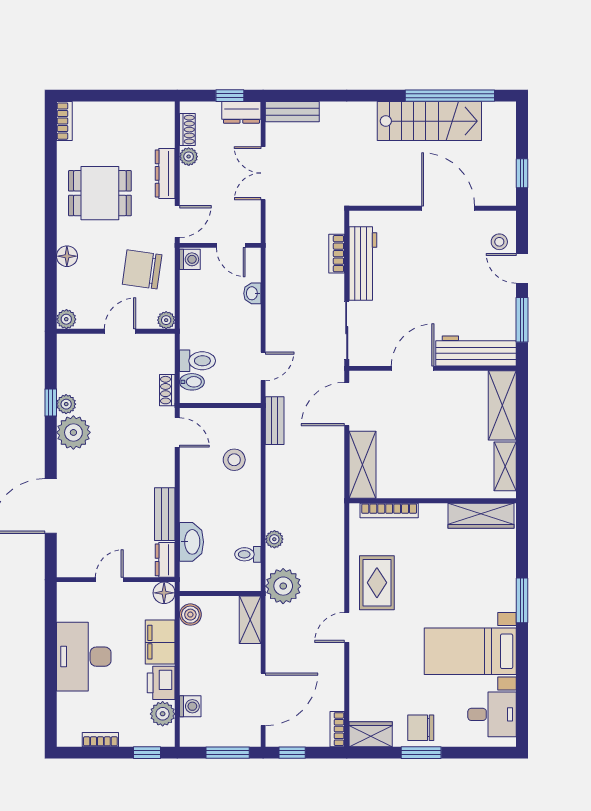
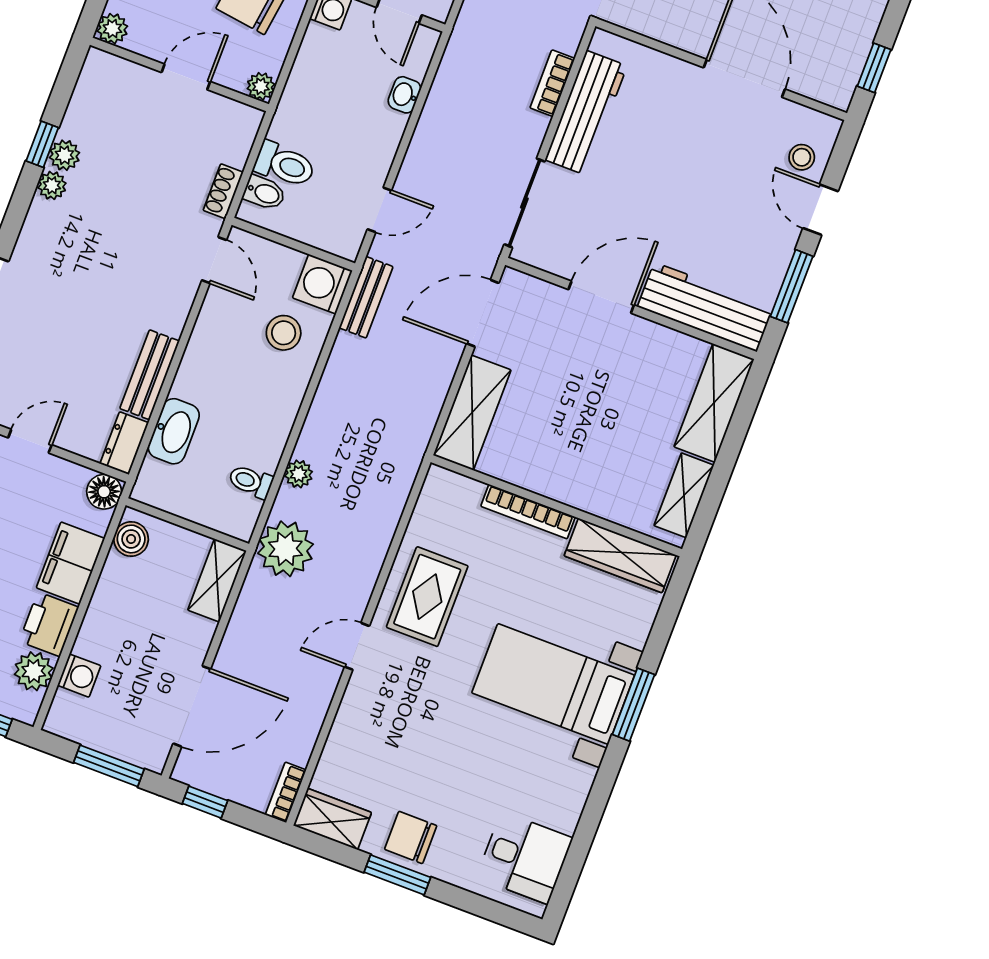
washing machine: (246, 423) -> (322, 284), added
plant: (73, 432) -> (52, 185), width x0.53, depth x0.53
bookcase: (389, 510) -> (528, 512), moved
bed with nightstands: (470, 651) -> (553, 684), moved

